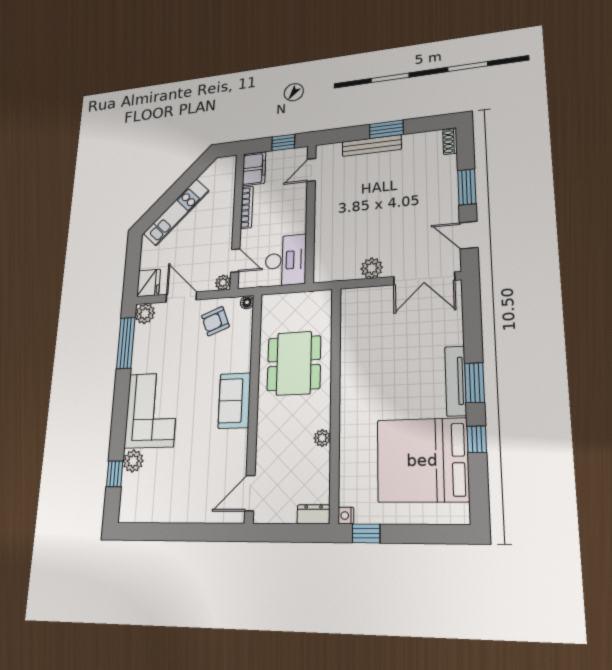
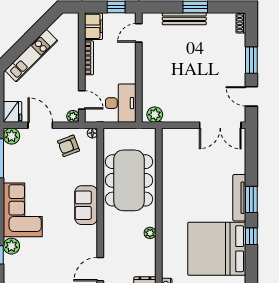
plant: (372, 268) -> (155, 115), moved
dining table: (294, 363) -> (129, 180), width x1.36, depth x1.24

